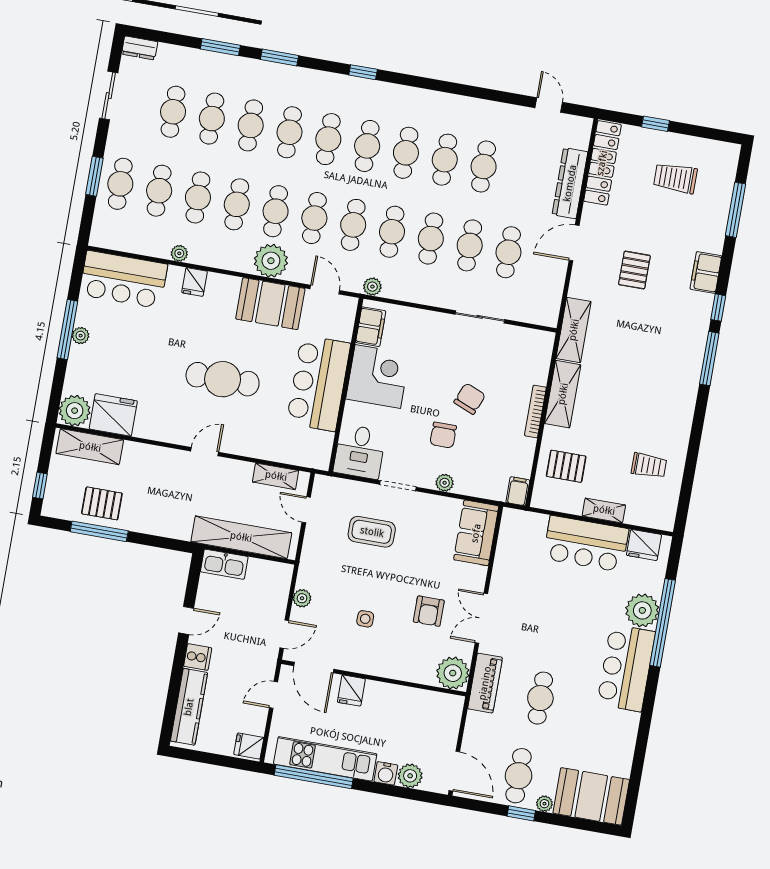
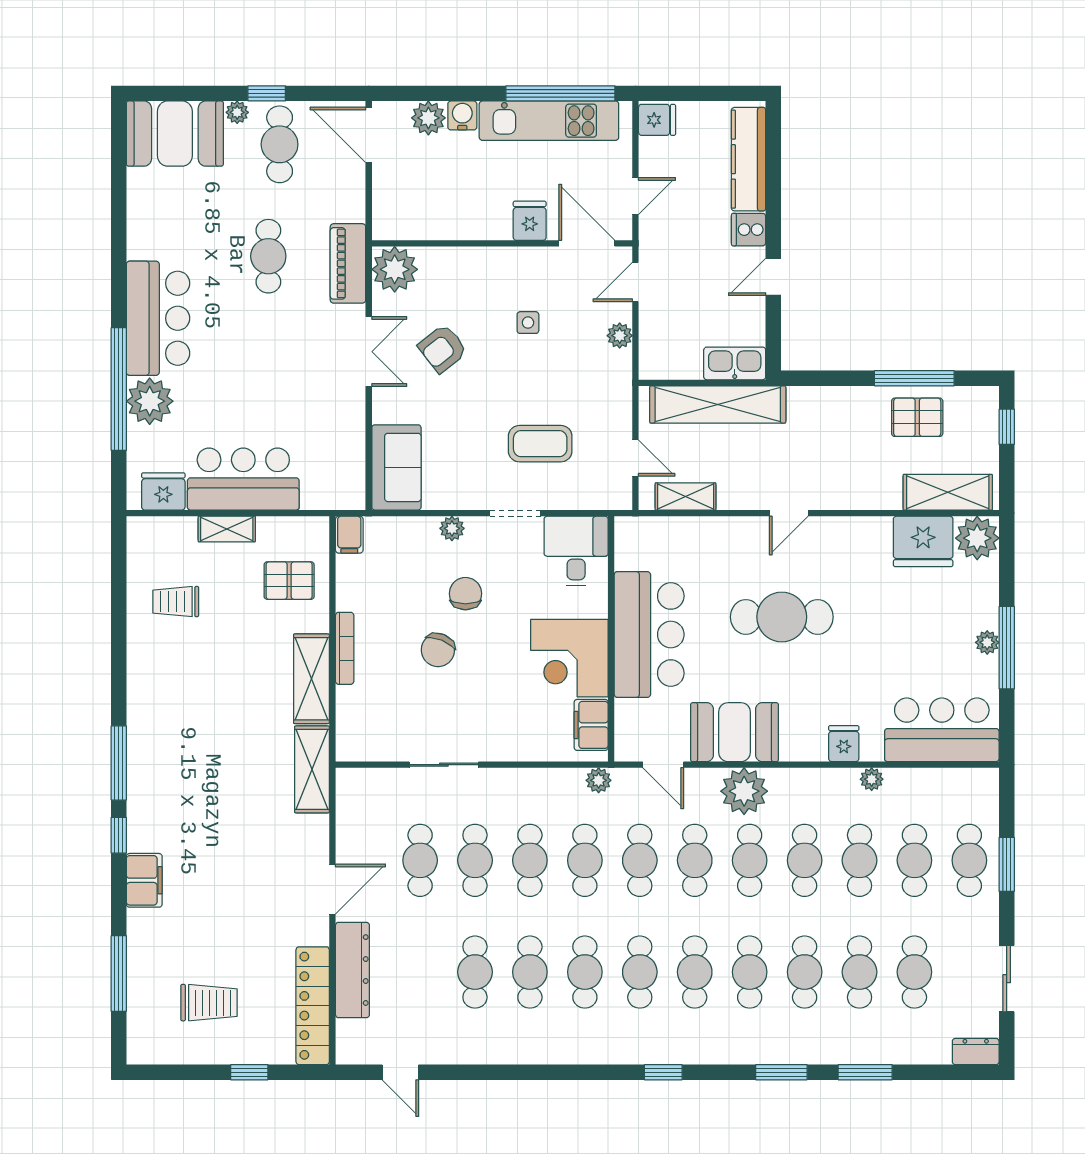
pallet: (634, 270) -> (243, 866), removed
armchair: (429, 611) -> (443, 349), turned -128

